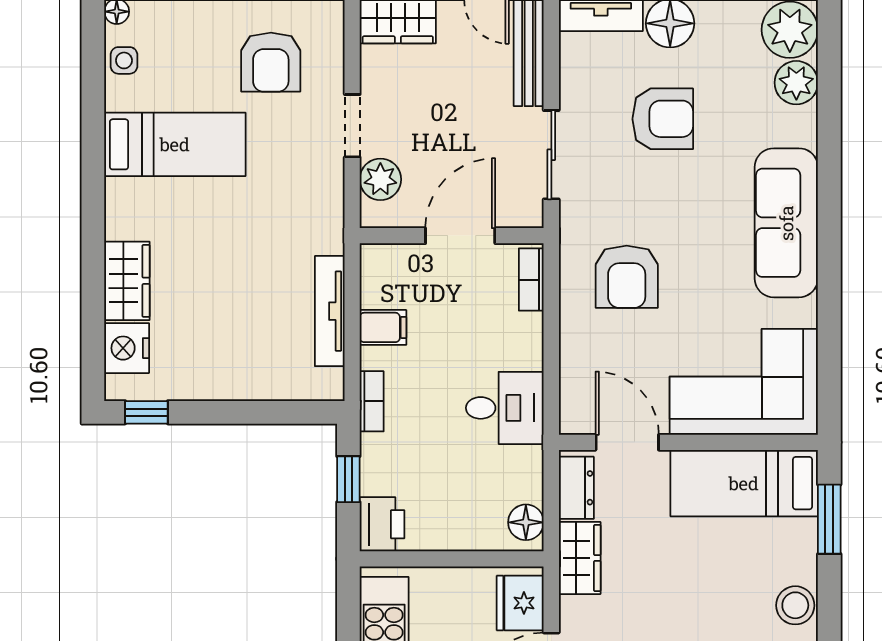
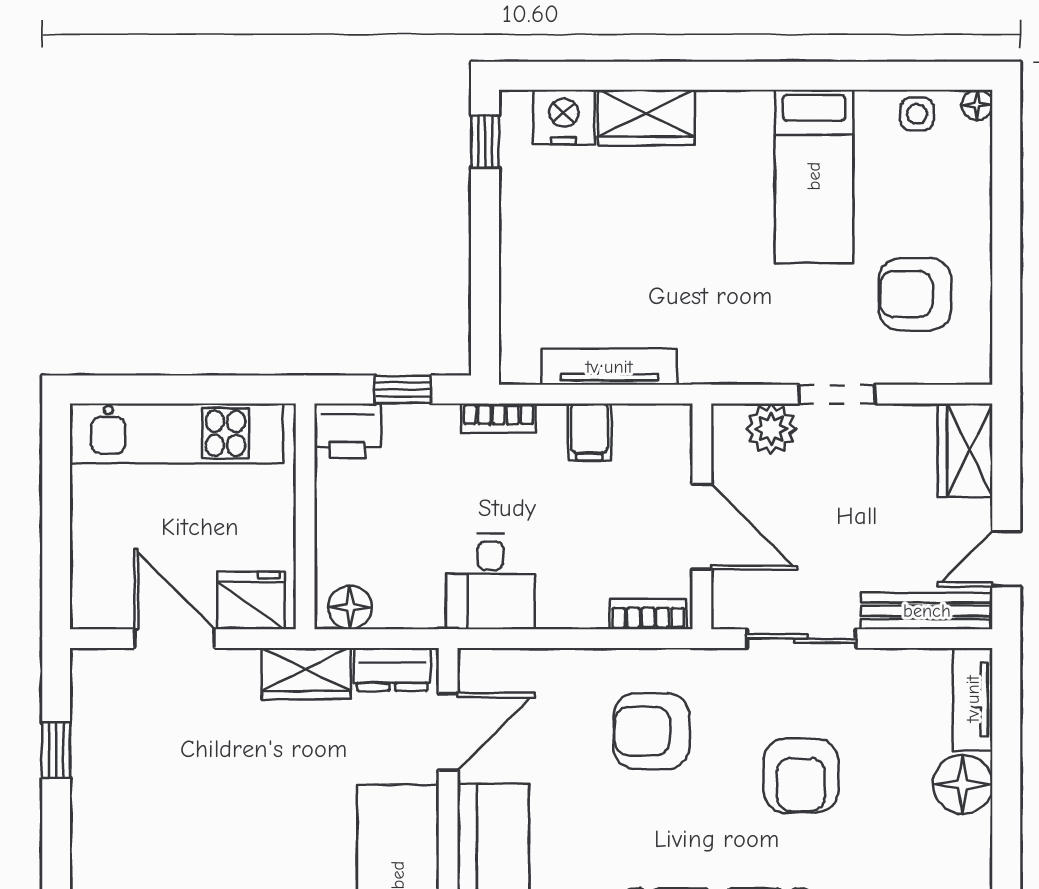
armchair: (663, 119) -> (801, 776), moved

